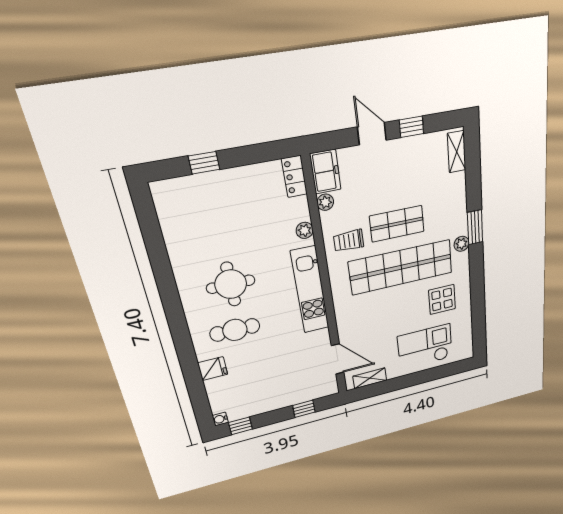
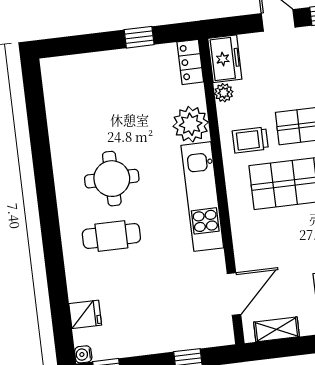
window: (204, 163) -> (139, 37), moved
plant: (305, 230) -> (191, 124), width x1.88, depth x1.88
door: (338, 359) -> (234, 294), hinge flipped
fridge: (213, 369) -> (85, 314), moved

